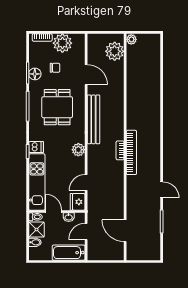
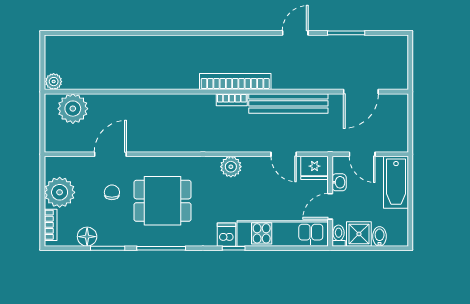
chair: (55, 68) -> (112, 192), moved
floor lamp: (35, 74) -> (87, 237), moved
bench: (93, 119) -> (288, 103), moved

